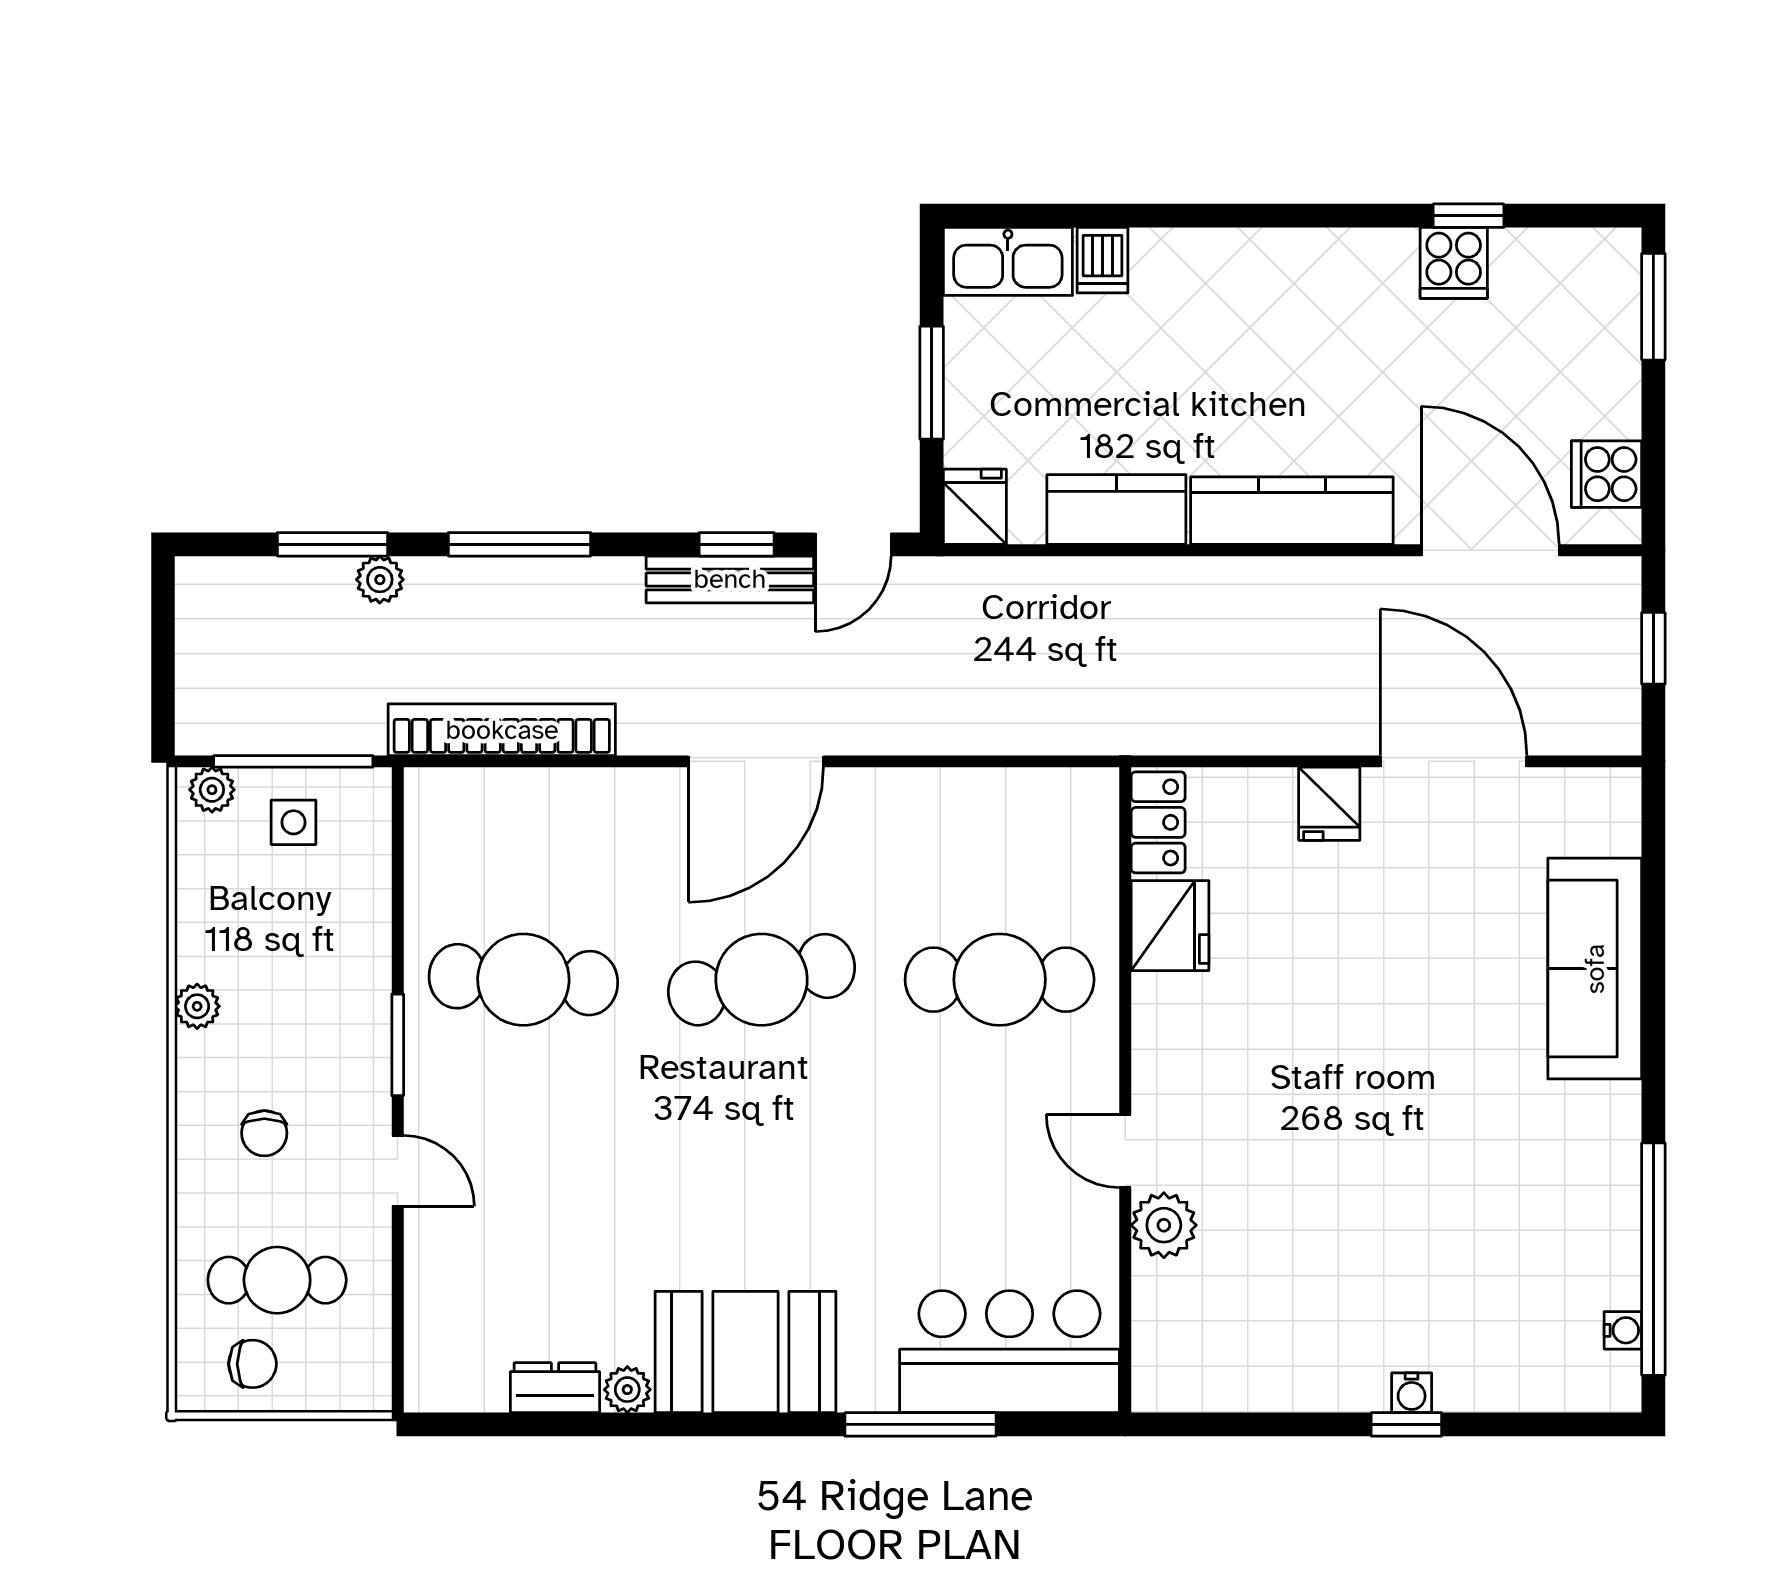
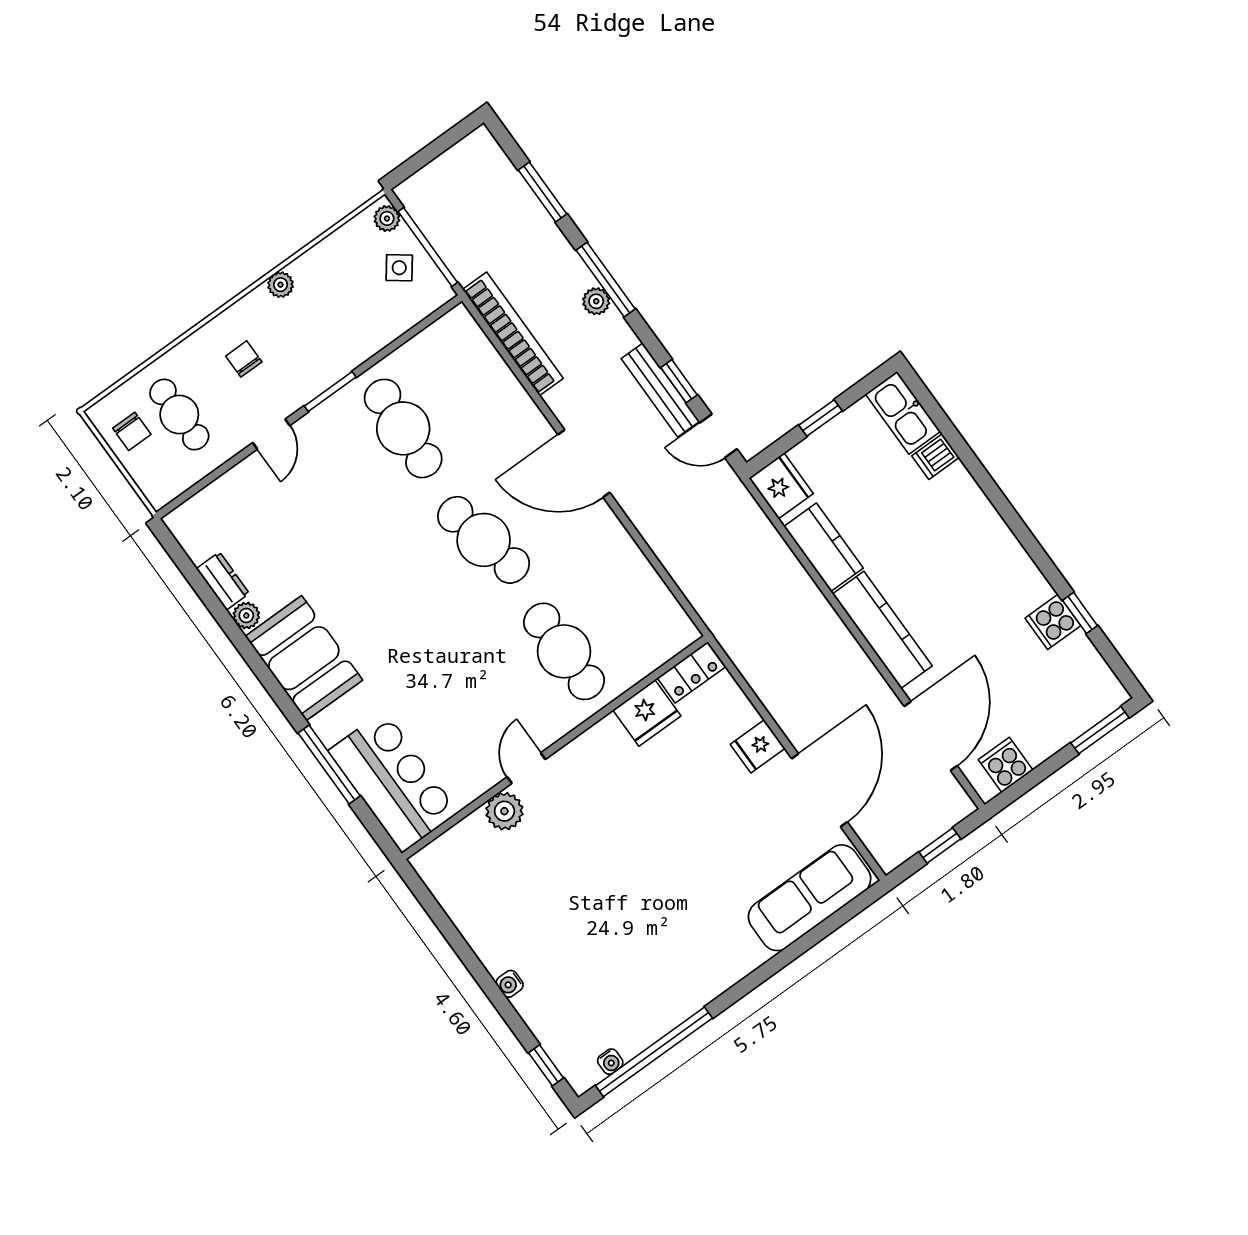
window: (932, 383) -> (821, 418), width x0.67
fridge: (975, 507) -> (781, 486), width x1.38
plant: (380, 580) -> (596, 301), moved
side table: (293, 822) -> (399, 268), turned 37
sofa: (1595, 969) -> (810, 898), moved
chair: (264, 1133) -> (244, 359), turned 90
window: (1406, 1424) -> (546, 1065), moved

